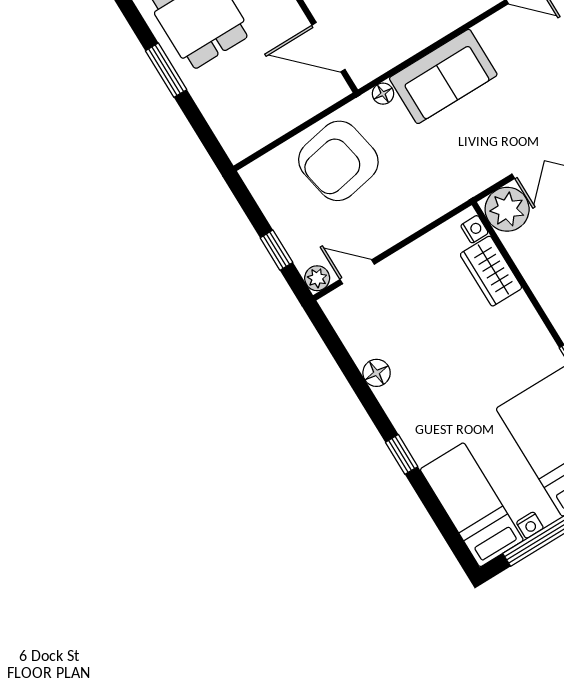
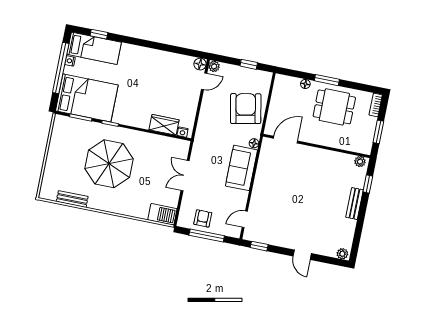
floor lamp: (206, 100) -> (305, 84), added
plant: (507, 209) -> (179, 149), removed
window: (276, 250) -> (249, 64), moved
floor lamp: (377, 373) -> (200, 64), moved
window: (402, 454) -> (99, 34), moved

